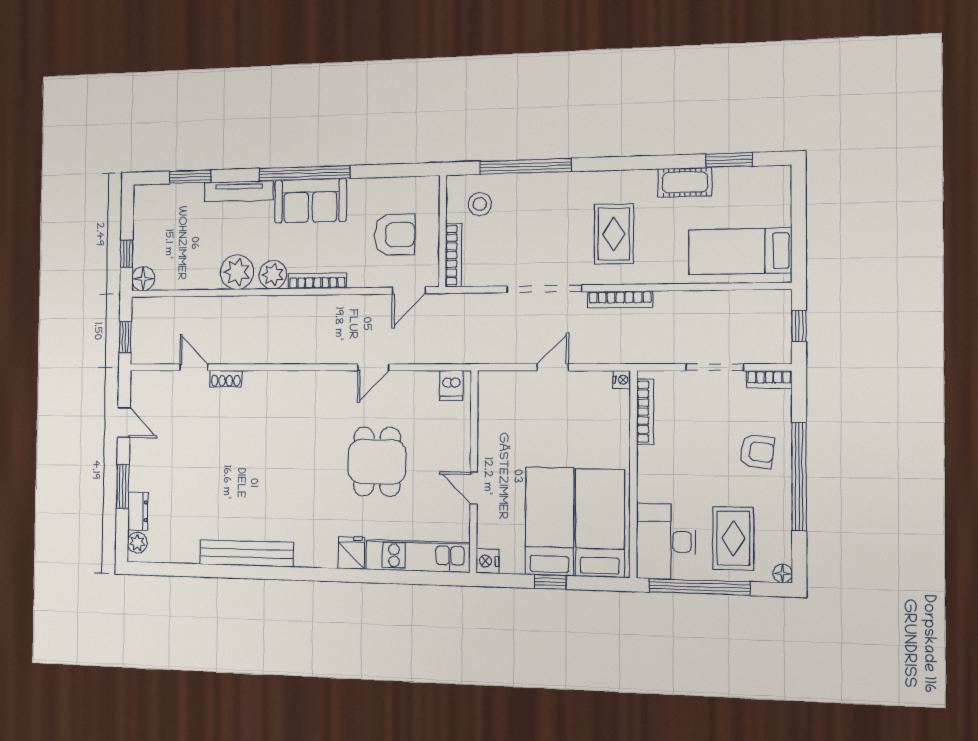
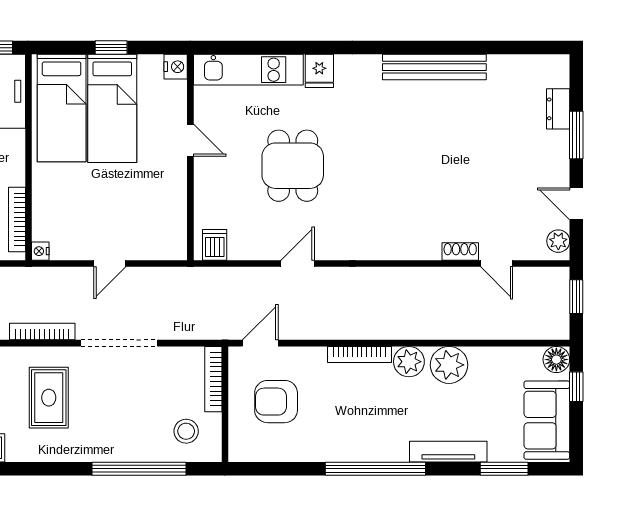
sofa: (310, 201) -> (547, 420), moved, turned -90
plant: (137, 543) -> (558, 241), moved

